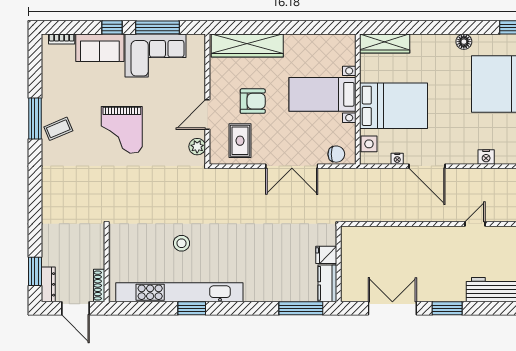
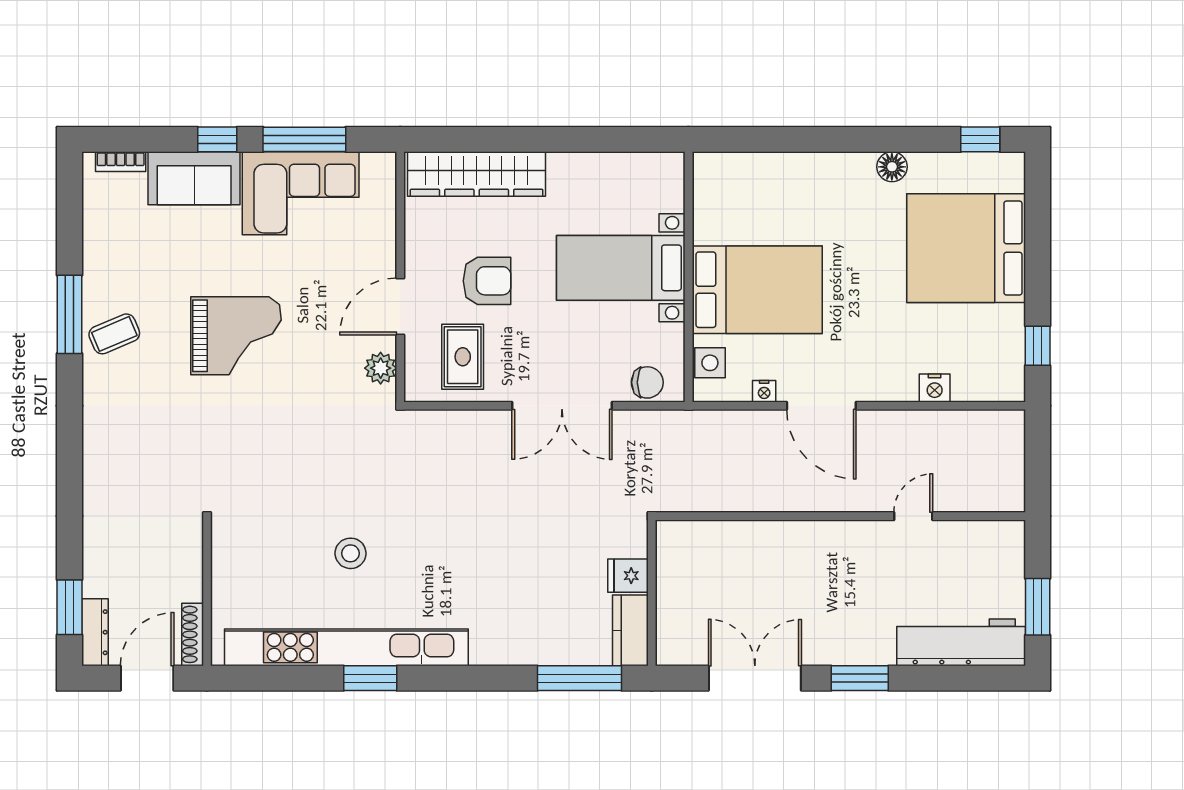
wardrobe: (385, 43) -> (740, 170), removed
grand piano: (122, 130) -> (236, 336), turned -90
door: (75, 308) -> (147, 678), swing flipped

